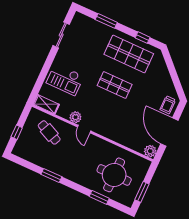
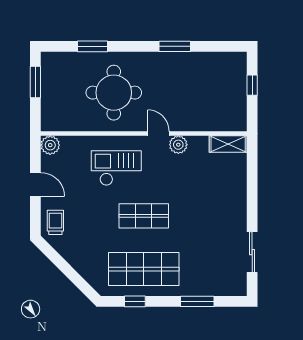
checkout: (65, 79) -> (116, 168), moved
cafe table: (49, 132) -> (206, 106), removed
door: (169, 132) -> (35, 185), width x0.53
round table: (114, 175) -> (114, 93), moved

